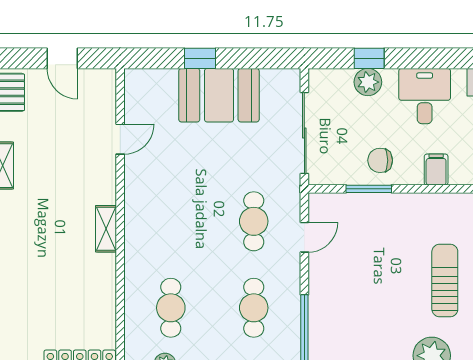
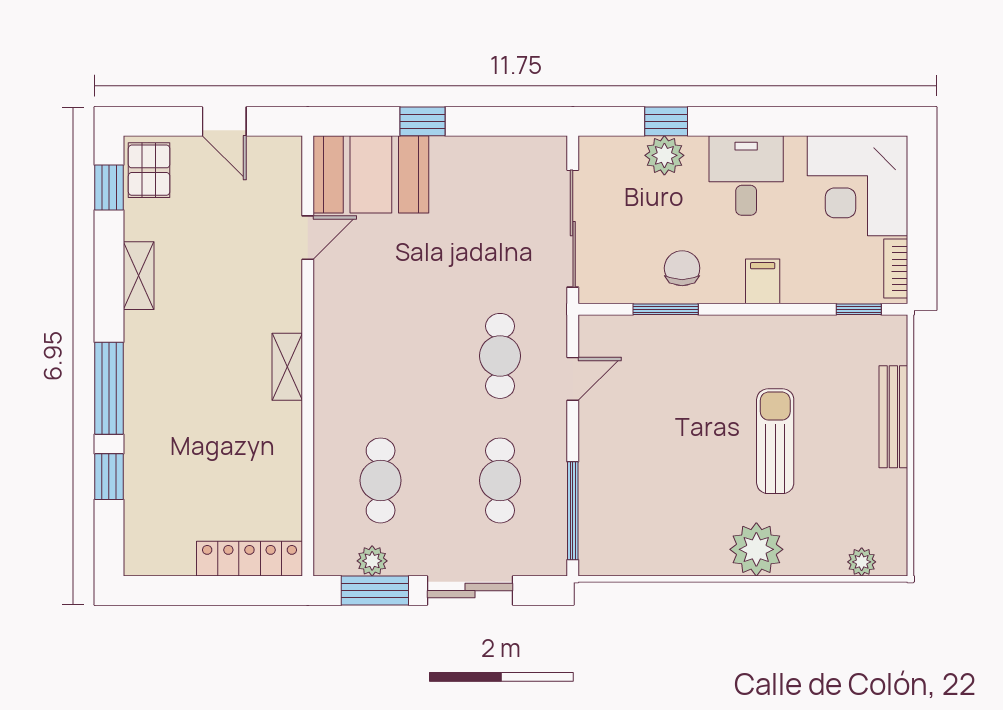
booth: (219, 95) -> (371, 174), moved
chair: (380, 160) -> (682, 268), turned 90

